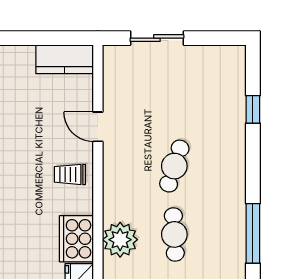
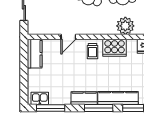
cooker: (76, 239) -> (115, 48), moved

